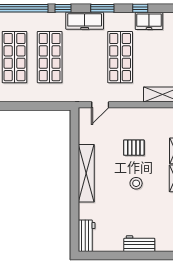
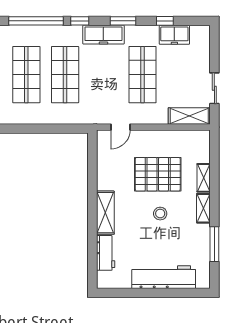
pallet: (134, 148) -> (158, 174), width x2.05, depth x2.00
shelving: (86, 173) -> (105, 213), width x0.68
workbench: (87, 236) -> (106, 253), moved
workbench: (139, 244) -> (164, 277), width x1.88, depth x1.32

